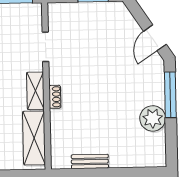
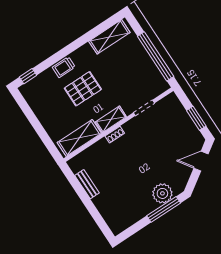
door: (155, 38) -> (201, 161), moved
plant: (153, 118) -> (162, 193), moved

